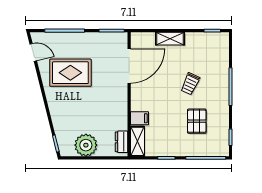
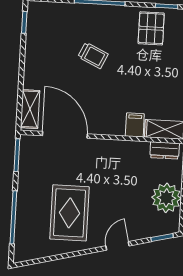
shelving: (170, 39) -> (30, 109), moved
door: (33, 52) -> (118, 246), moved
pallet: (197, 121) -> (151, 28), moved, turned 90

